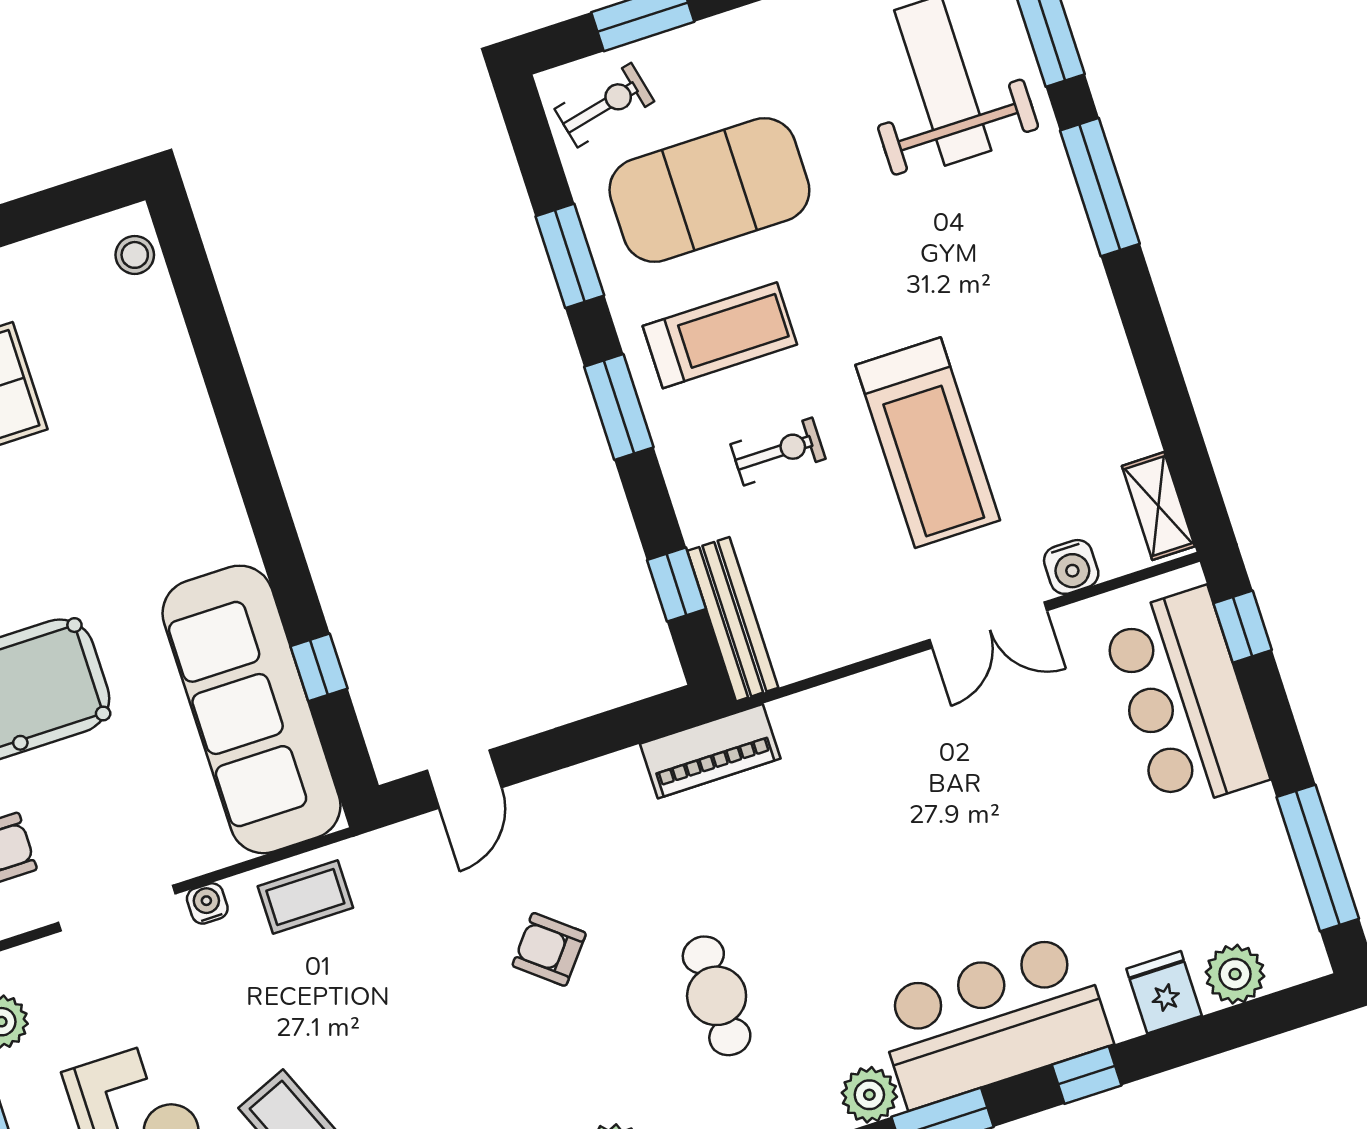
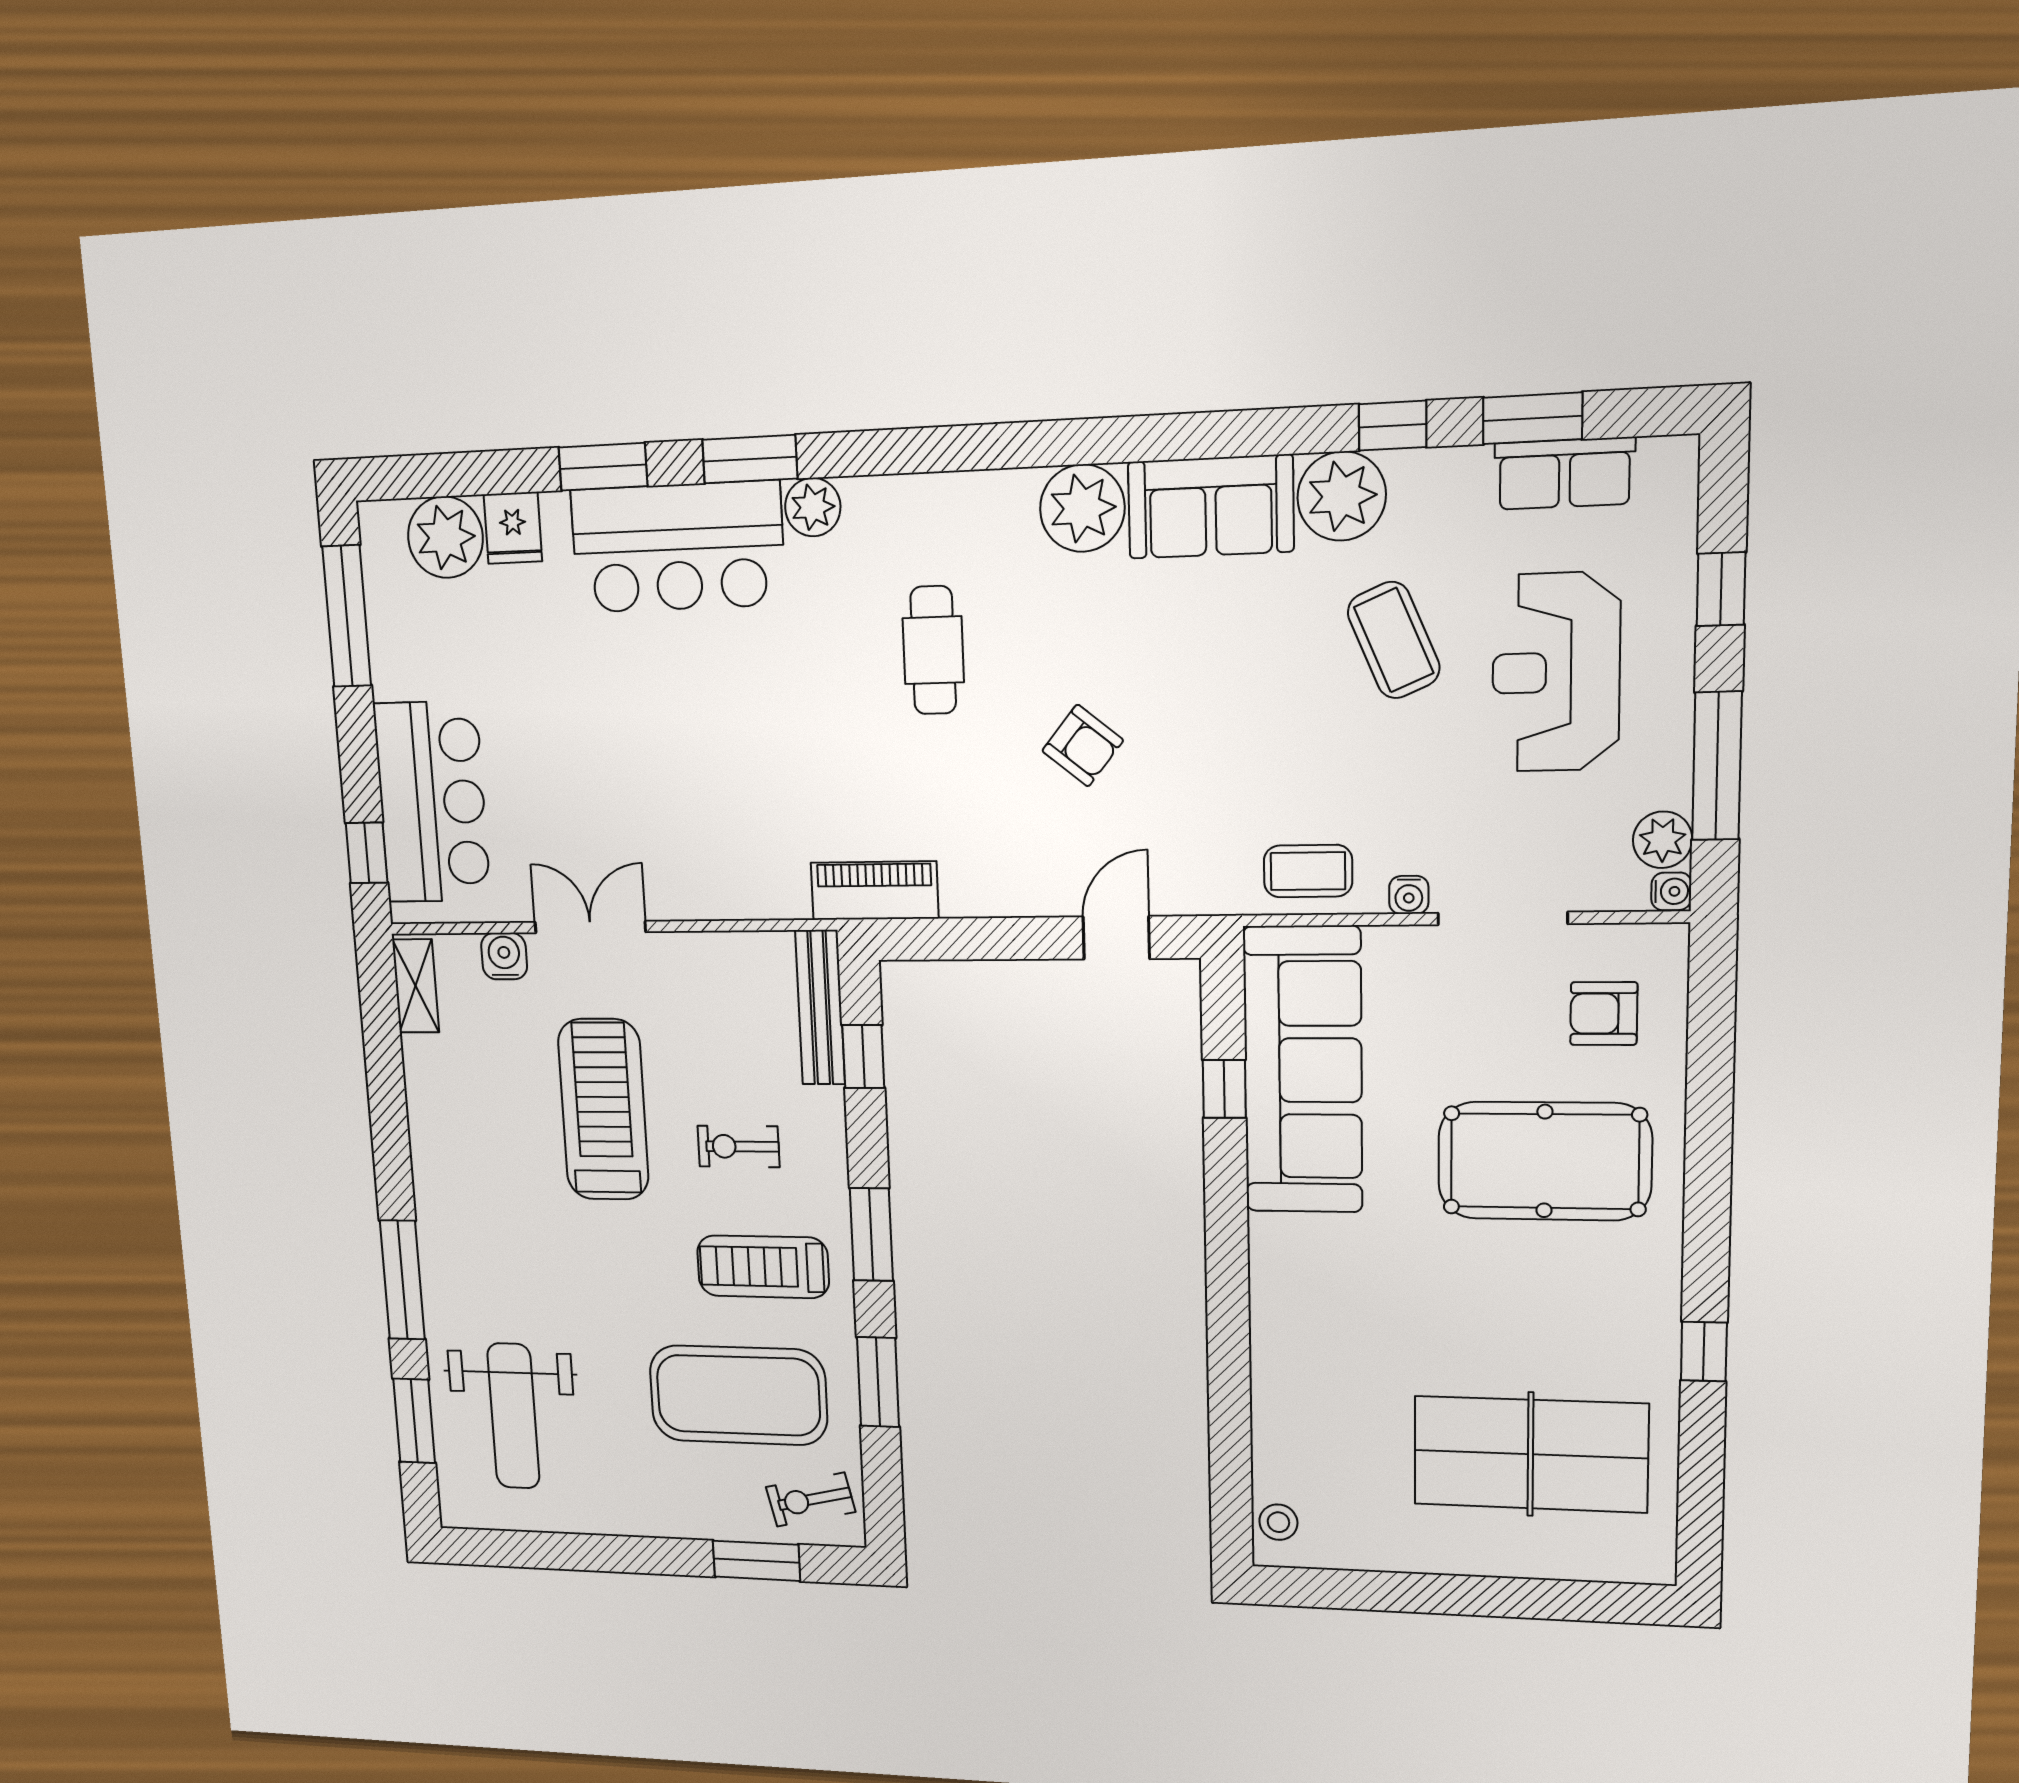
plant: (1235, 974) -> (445, 537), width x1.36, depth x1.36
window: (1087, 1075) -> (603, 467), width x1.50

